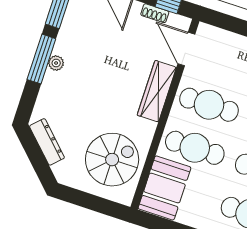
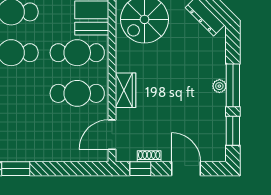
door: (186, 49) -> (112, 135), swing flipped
wardrobe: (157, 91) -> (126, 90), width x0.67

